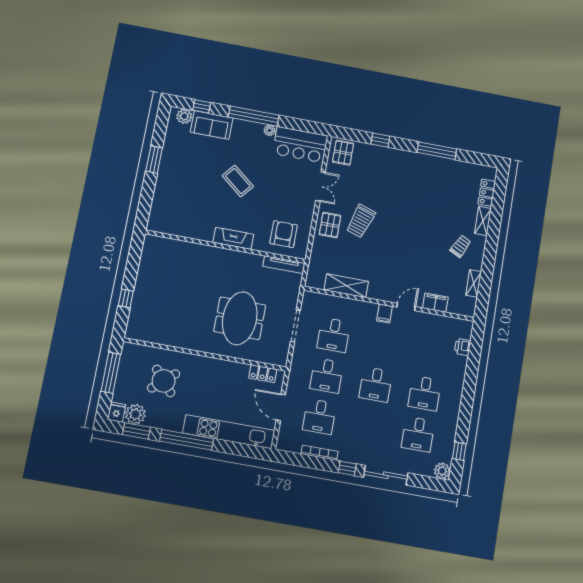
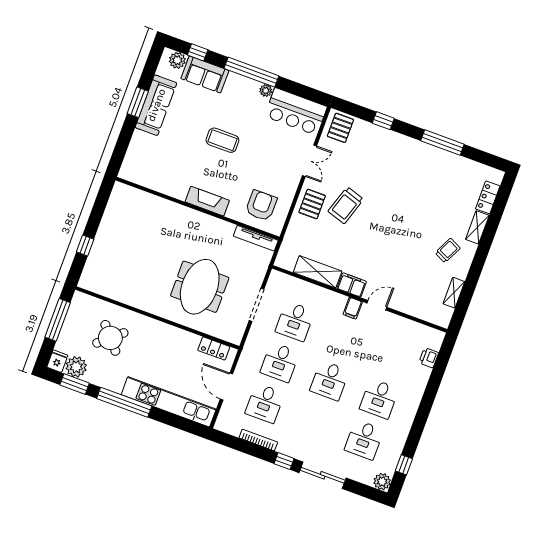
sofa: (171, 159) -> (156, 105), added
coffee table: (238, 181) -> (222, 140), turned -39
filing cabinet: (435, 303) -> (352, 285), moved

